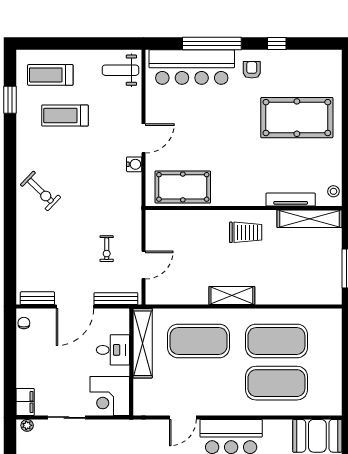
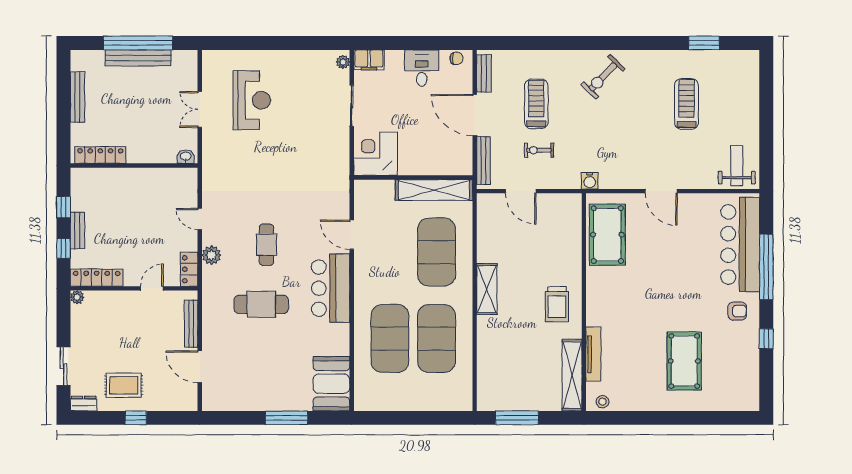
treadmill: (50, 75) -> (536, 104), moved
pool table: (297, 118) -> (684, 361), width x0.73, depth x0.76
water cooler: (134, 164) -> (590, 181), moved
desk: (113, 350) -> (422, 68), moved, turned 180

